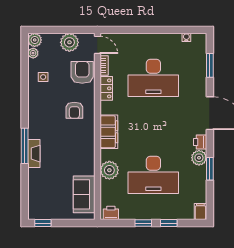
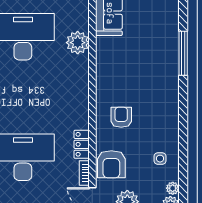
filing cabinet: (109, 132) -> (78, 90), removed
window: (25, 146) -> (183, 53), moved
fireplace: (34, 154) -> (172, 63), removed

